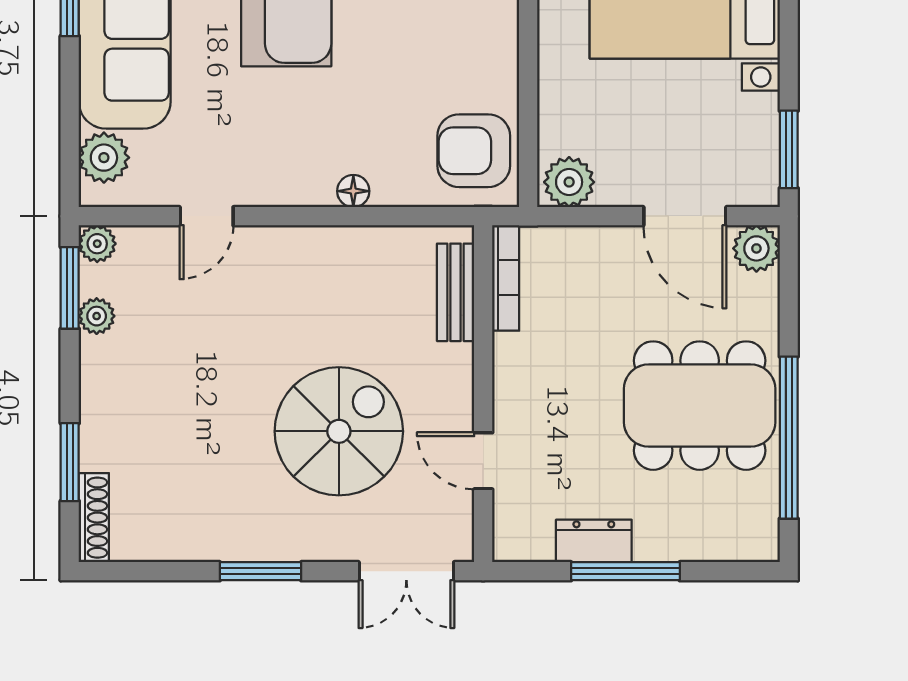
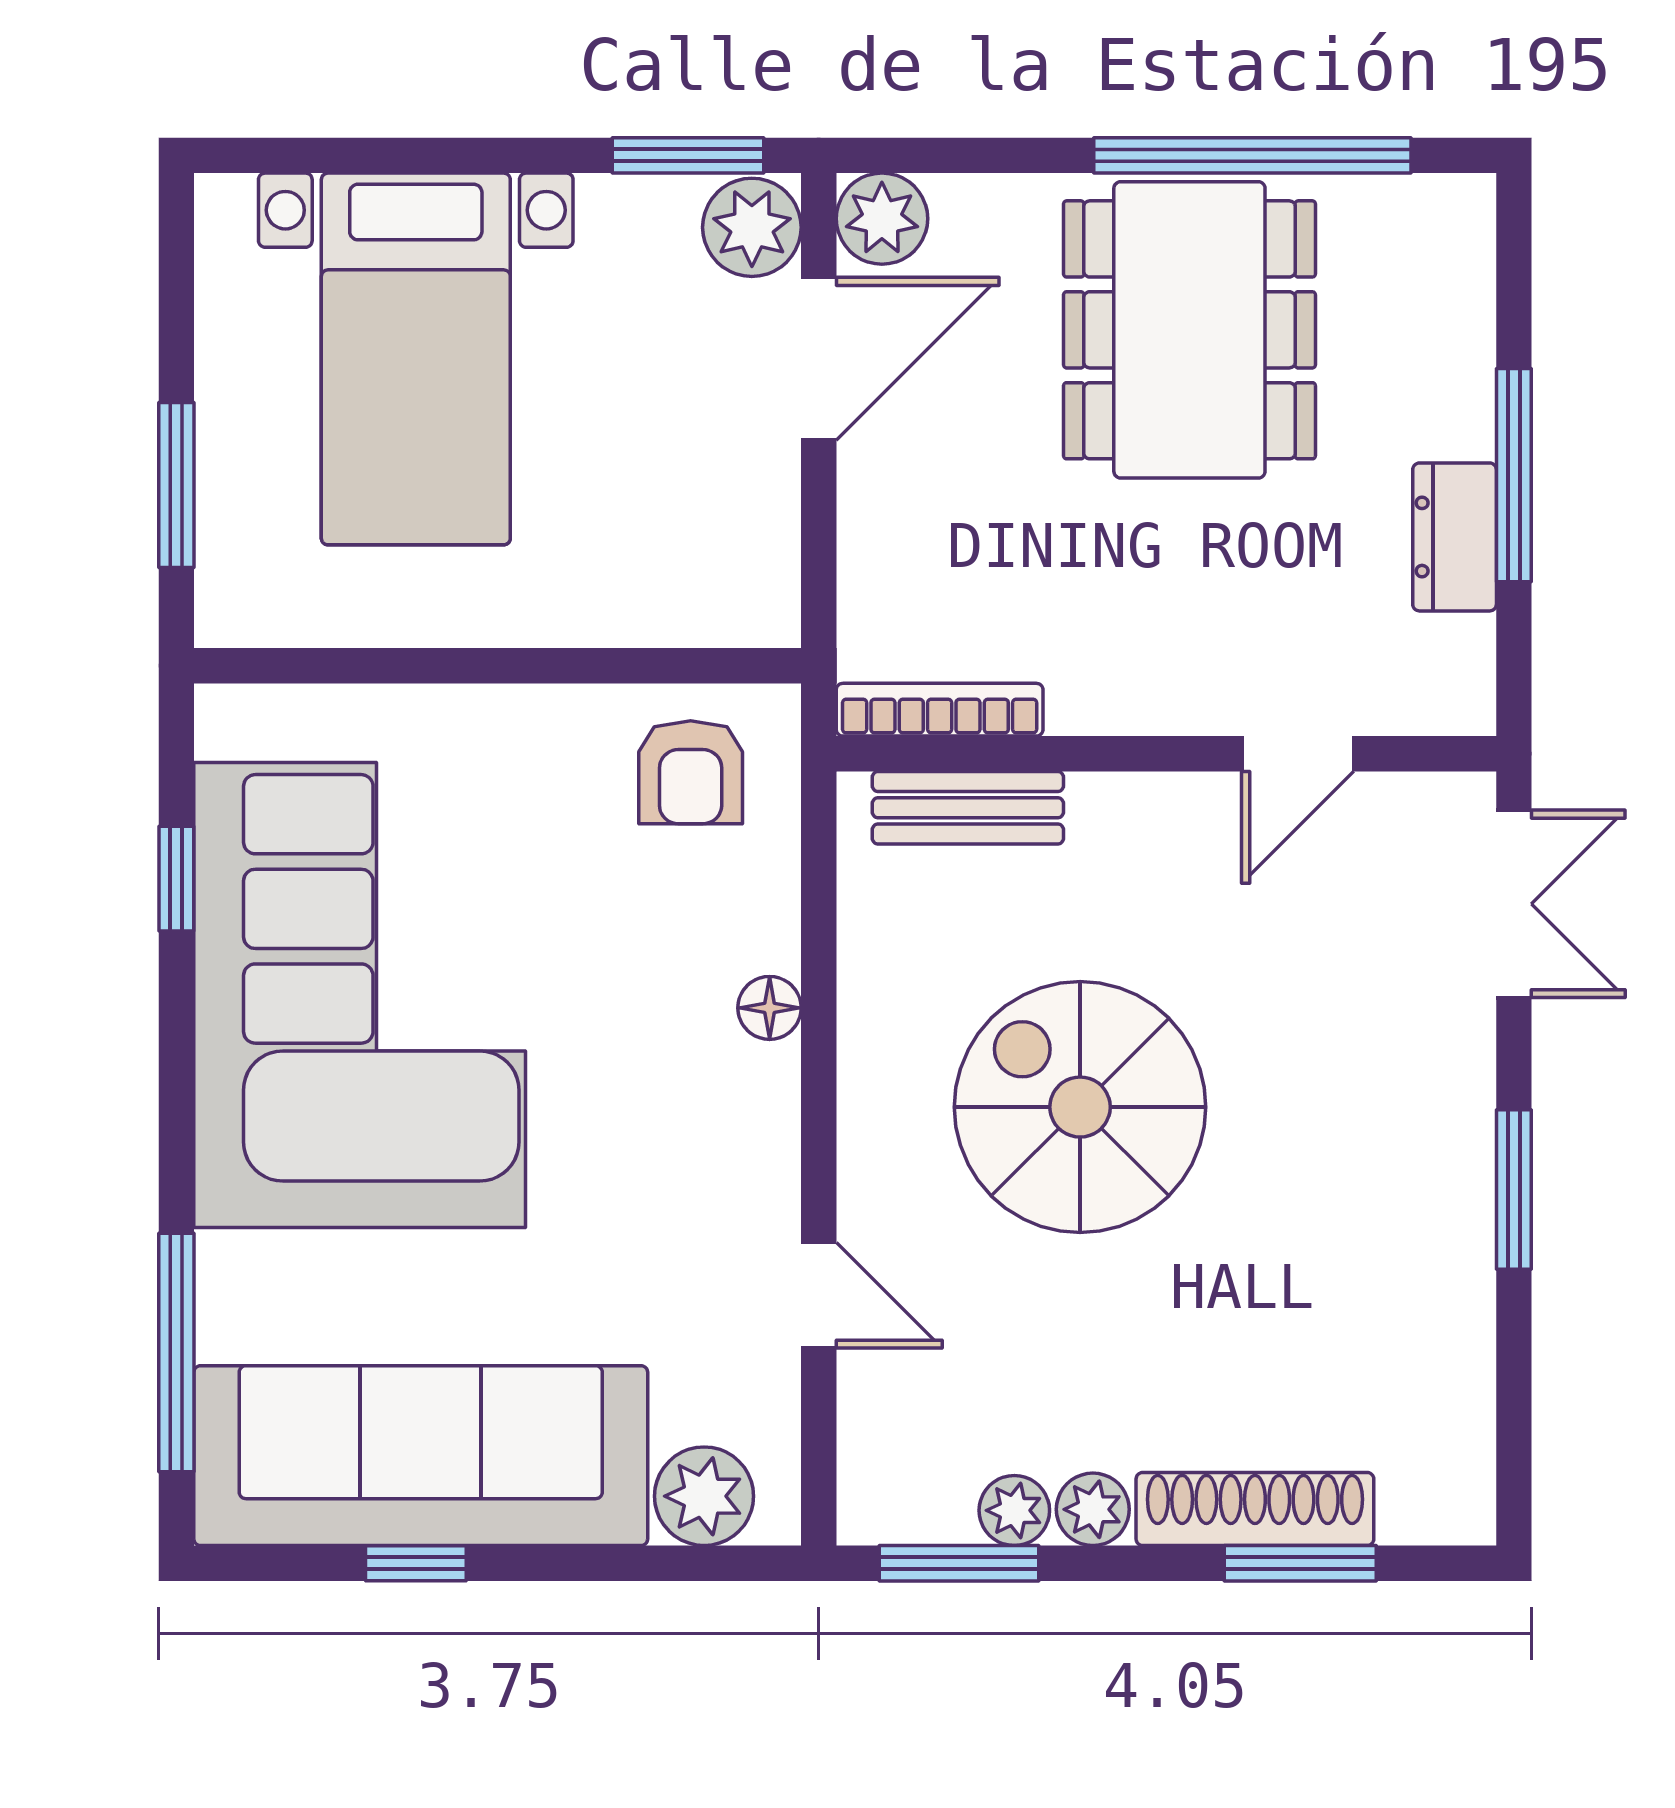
armchair: (474, 151) -> (691, 772), width x0.72, depth x0.72
plant: (569, 182) -> (752, 227), moved
plant: (97, 244) -> (1093, 1509), moved
spiral stairs: (339, 431) -> (1080, 1107), moved
shoe rack: (94, 518) -> (1255, 1509), moved, width x1.36, depth x1.24

